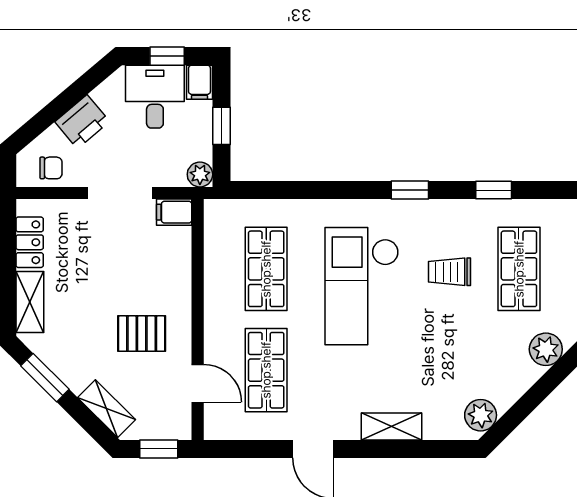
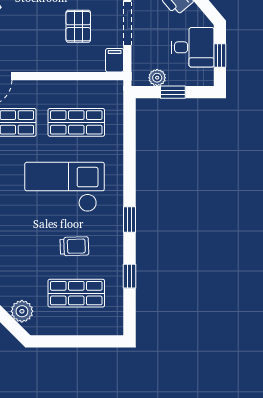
filing cabinet: (199, 82) -> (202, 77), removed
plant: (200, 174) -> (157, 78), moved
trolley: (450, 272) -> (74, 246), turned 88
pallet: (142, 334) -> (78, 26), moved

